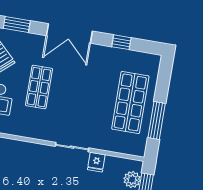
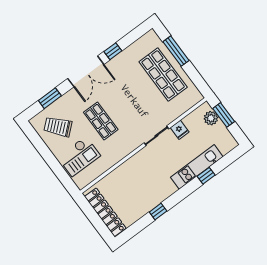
window: (121, 42) -> (113, 51), moved
window: (157, 121) -> (176, 51), moved

